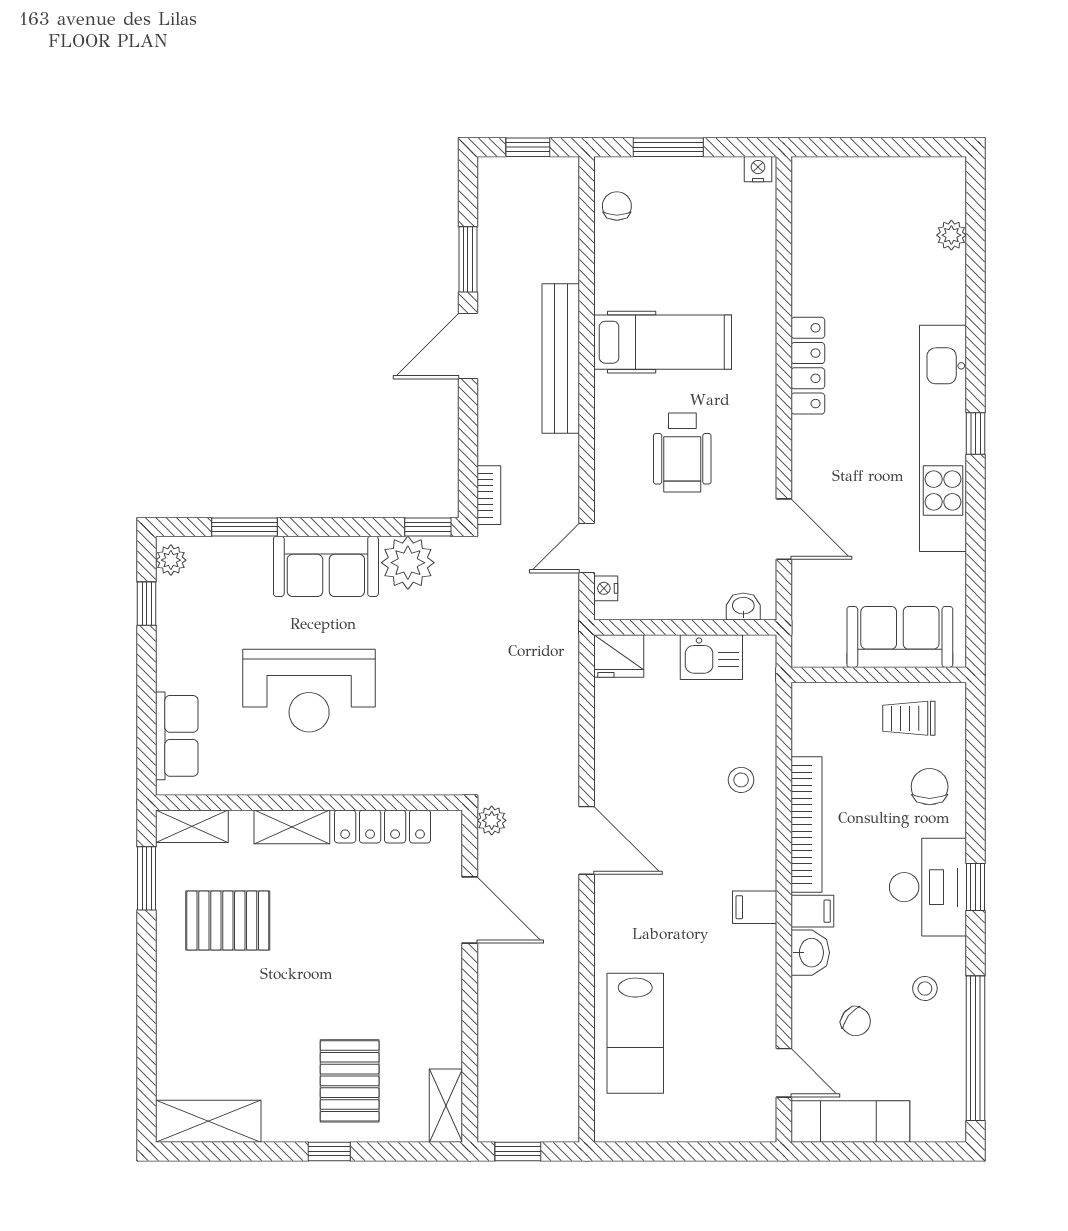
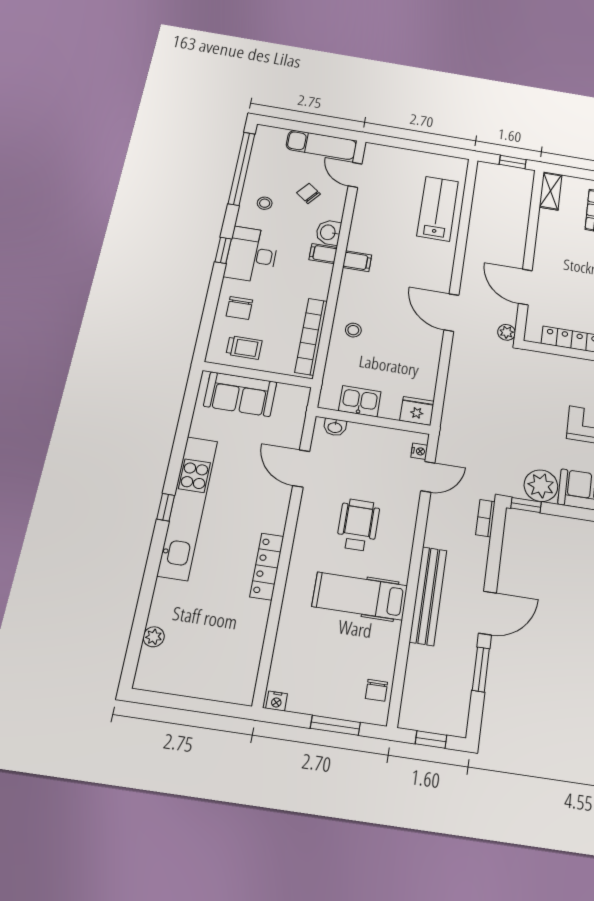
bookcase: (807, 825) -> (311, 337), moved

